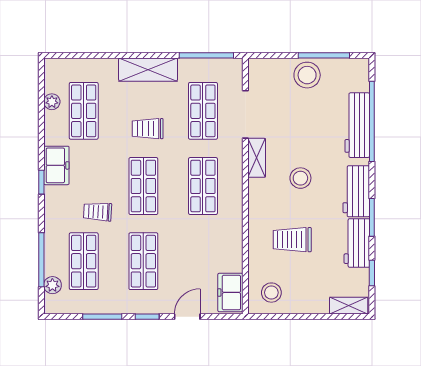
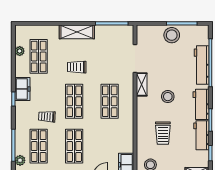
shop shelf: (203, 111) -> (110, 56), removed
trolley: (292, 240) -> (163, 133), turned -90

